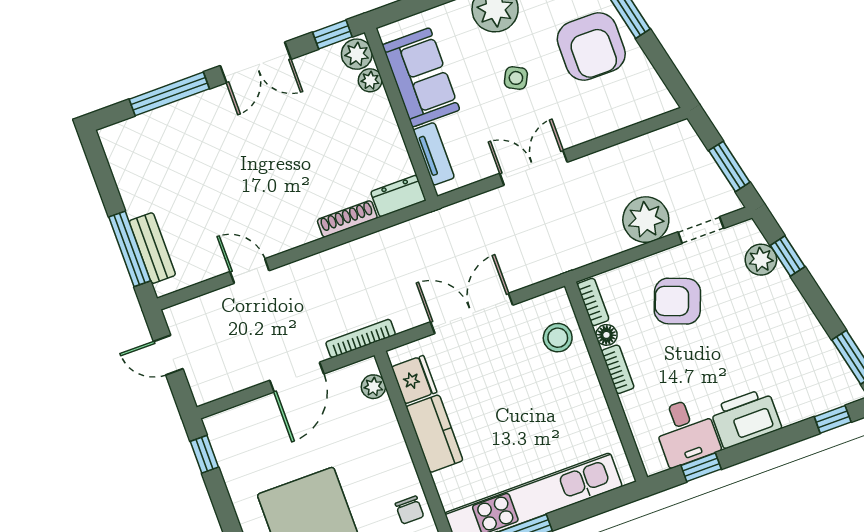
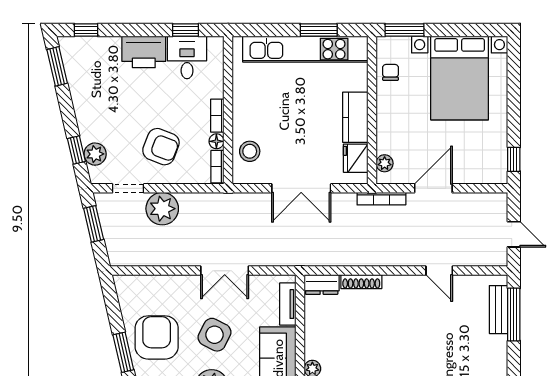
side table: (516, 78) -> (215, 335), width x1.87, depth x1.87

